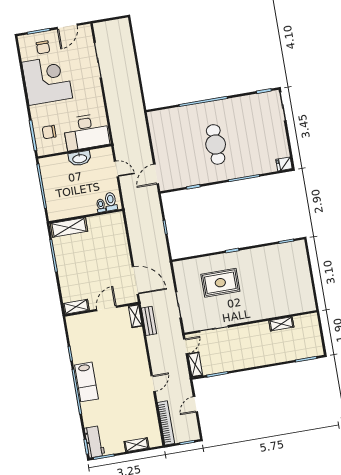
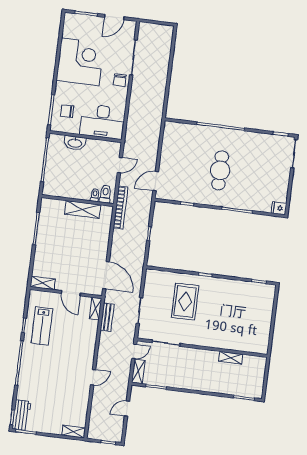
chair: (43, 47) -> (120, 80), moved
washbasin: (80, 158) -> (75, 143), moved
door: (116, 169) -> (120, 165), hinge flipped
shelving: (69, 227) -> (83, 209), moved
rug: (220, 283) -> (185, 302), turned 90
door: (107, 308) -> (71, 293), swing flipped
lab bench: (86, 382) -> (42, 326), moved
bookcase: (166, 423) -> (121, 208), moved
shelving: (136, 445) -> (74, 432), moved

